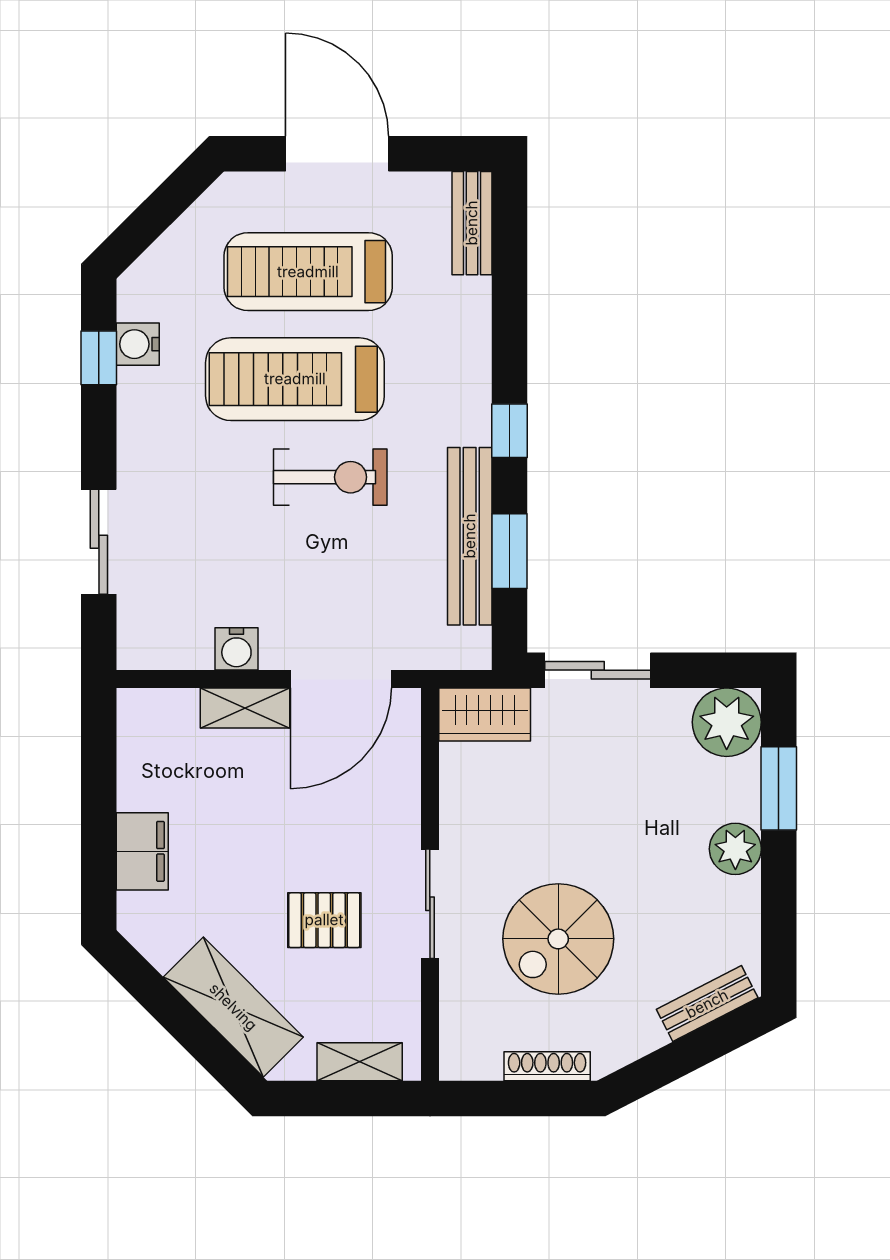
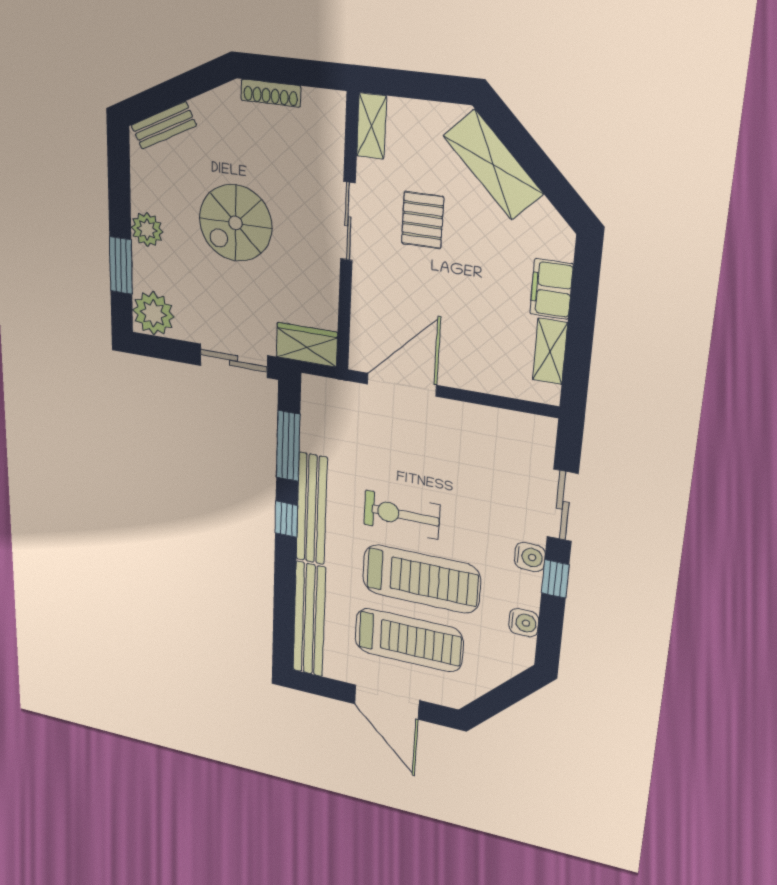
bench: (472, 223) -> (309, 619), width x1.86, depth x1.21
window: (99, 358) -> (555, 579), moved
bench: (470, 536) -> (312, 509), moved
window: (509, 551) -> (288, 446), width x1.44
water cooler: (236, 649) -> (530, 557), moved, turned 90
shelving: (245, 708) -> (550, 351), moved, turned 90
pallet: (324, 920) -> (423, 220), turned 90
spiral stairs: (558, 939) -> (235, 223), moved, turned 180
shelving: (360, 1062) -> (372, 126), moved, turned 90

